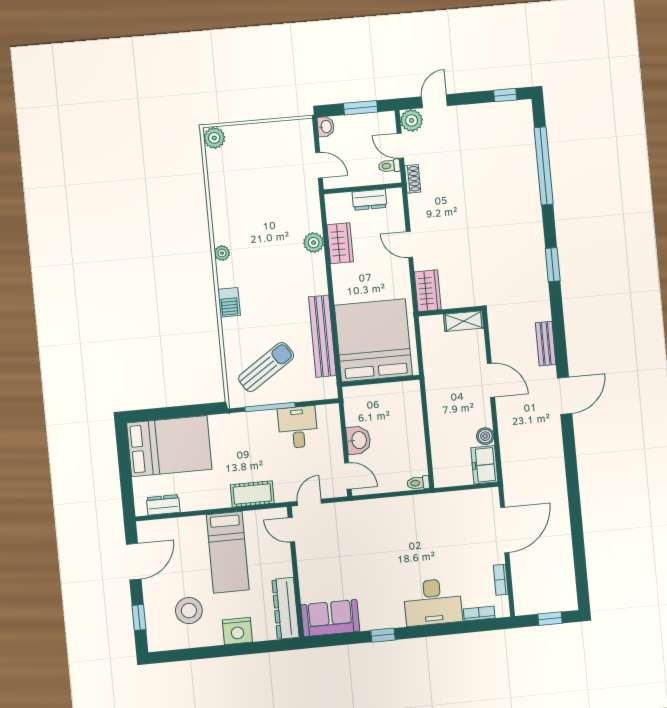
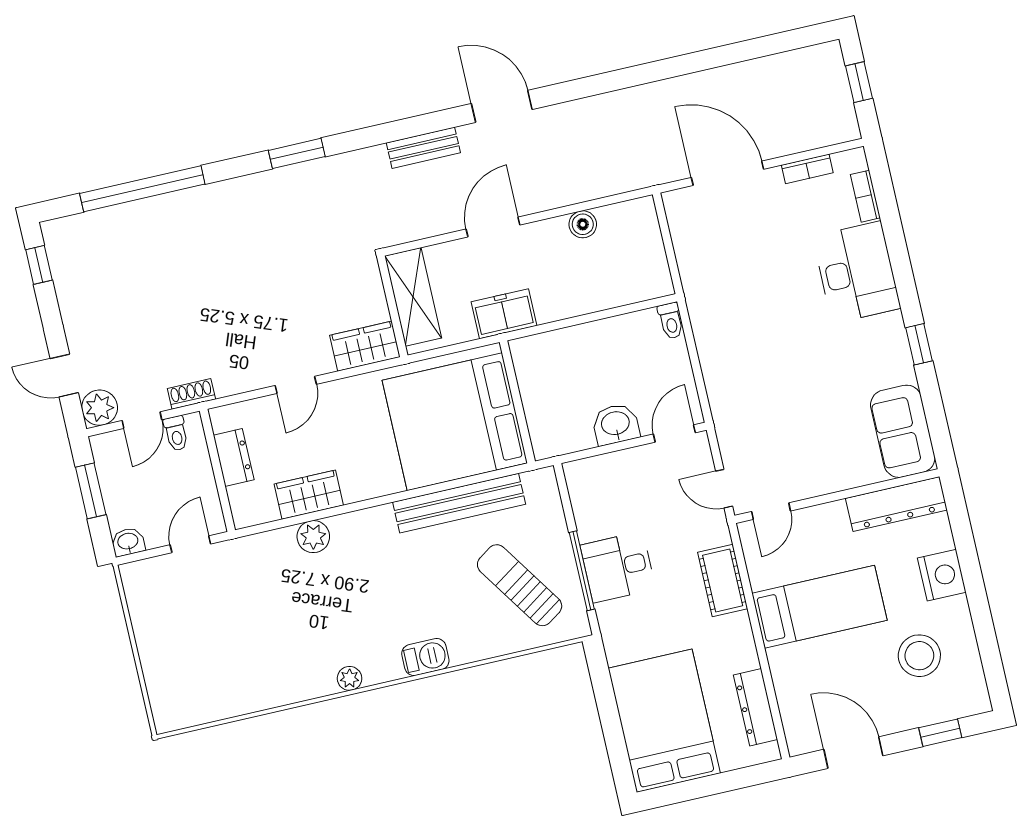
plant: (214, 138) -> (170, 715), removed
shelving: (464, 321) -> (413, 297), width x1.50, depth x1.33
desk: (298, 427) -> (618, 567), moved
freezer: (484, 465) -> (504, 314), moved, turned 180
dresser: (163, 505) -> (756, 707), width x1.44

